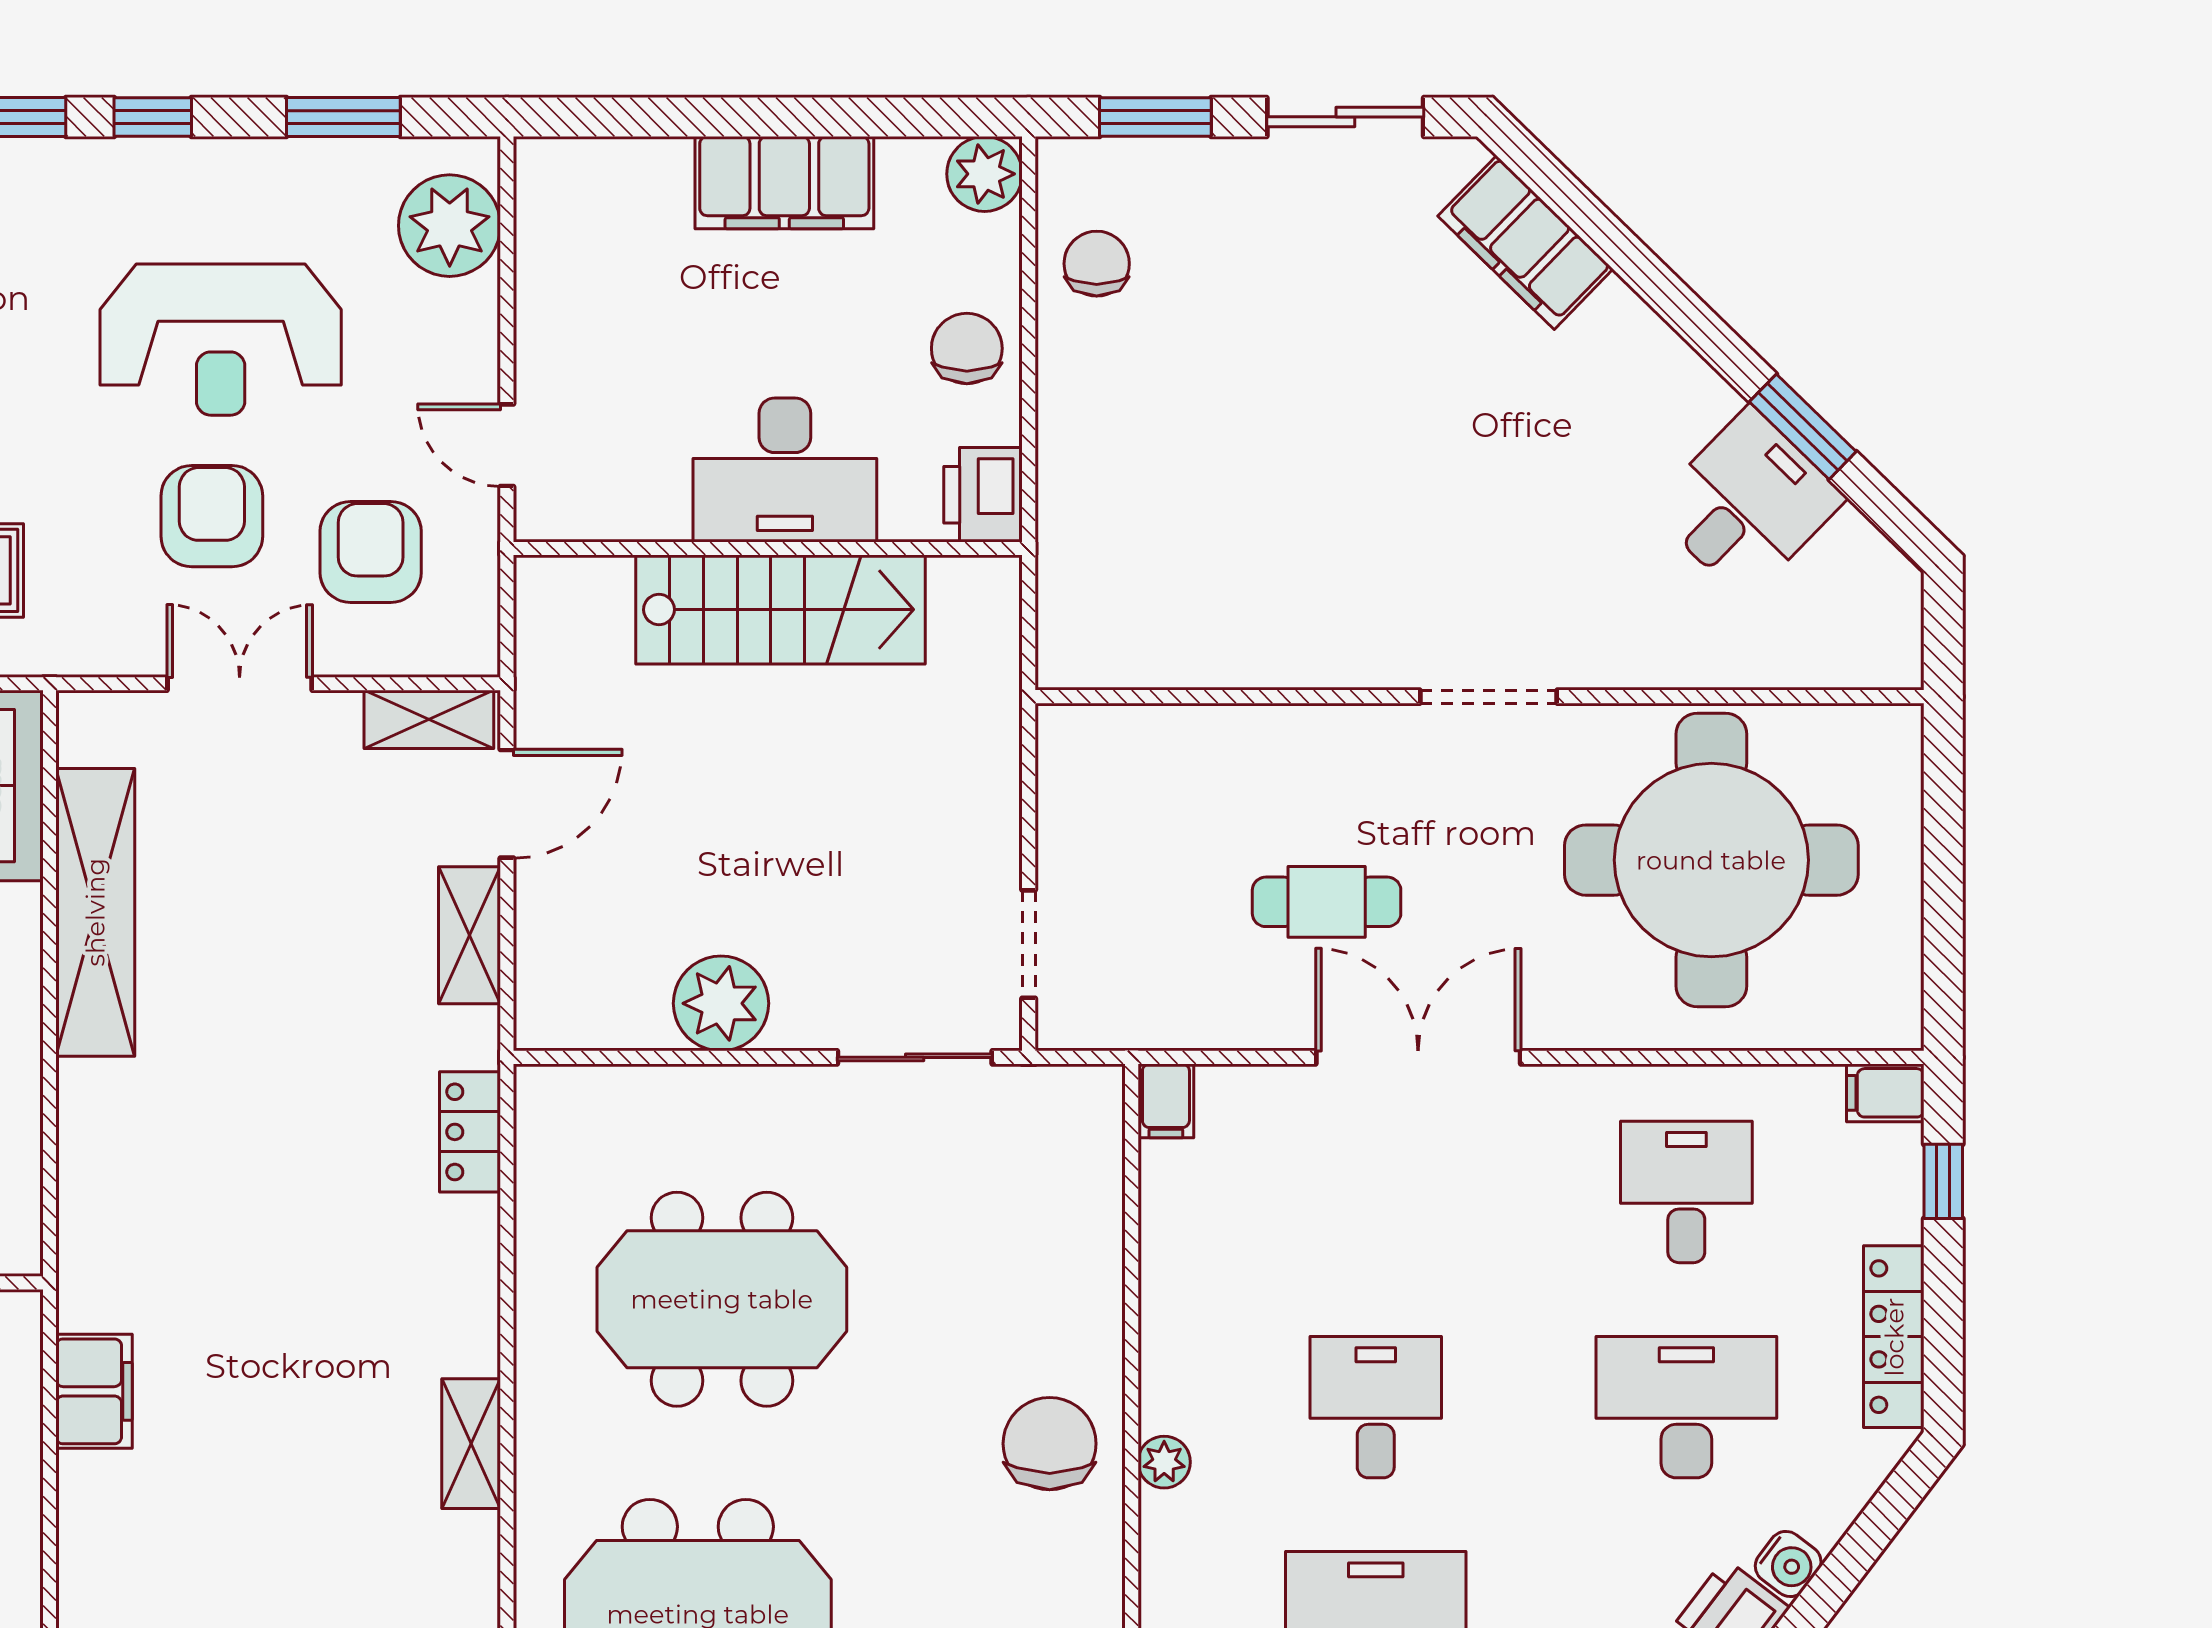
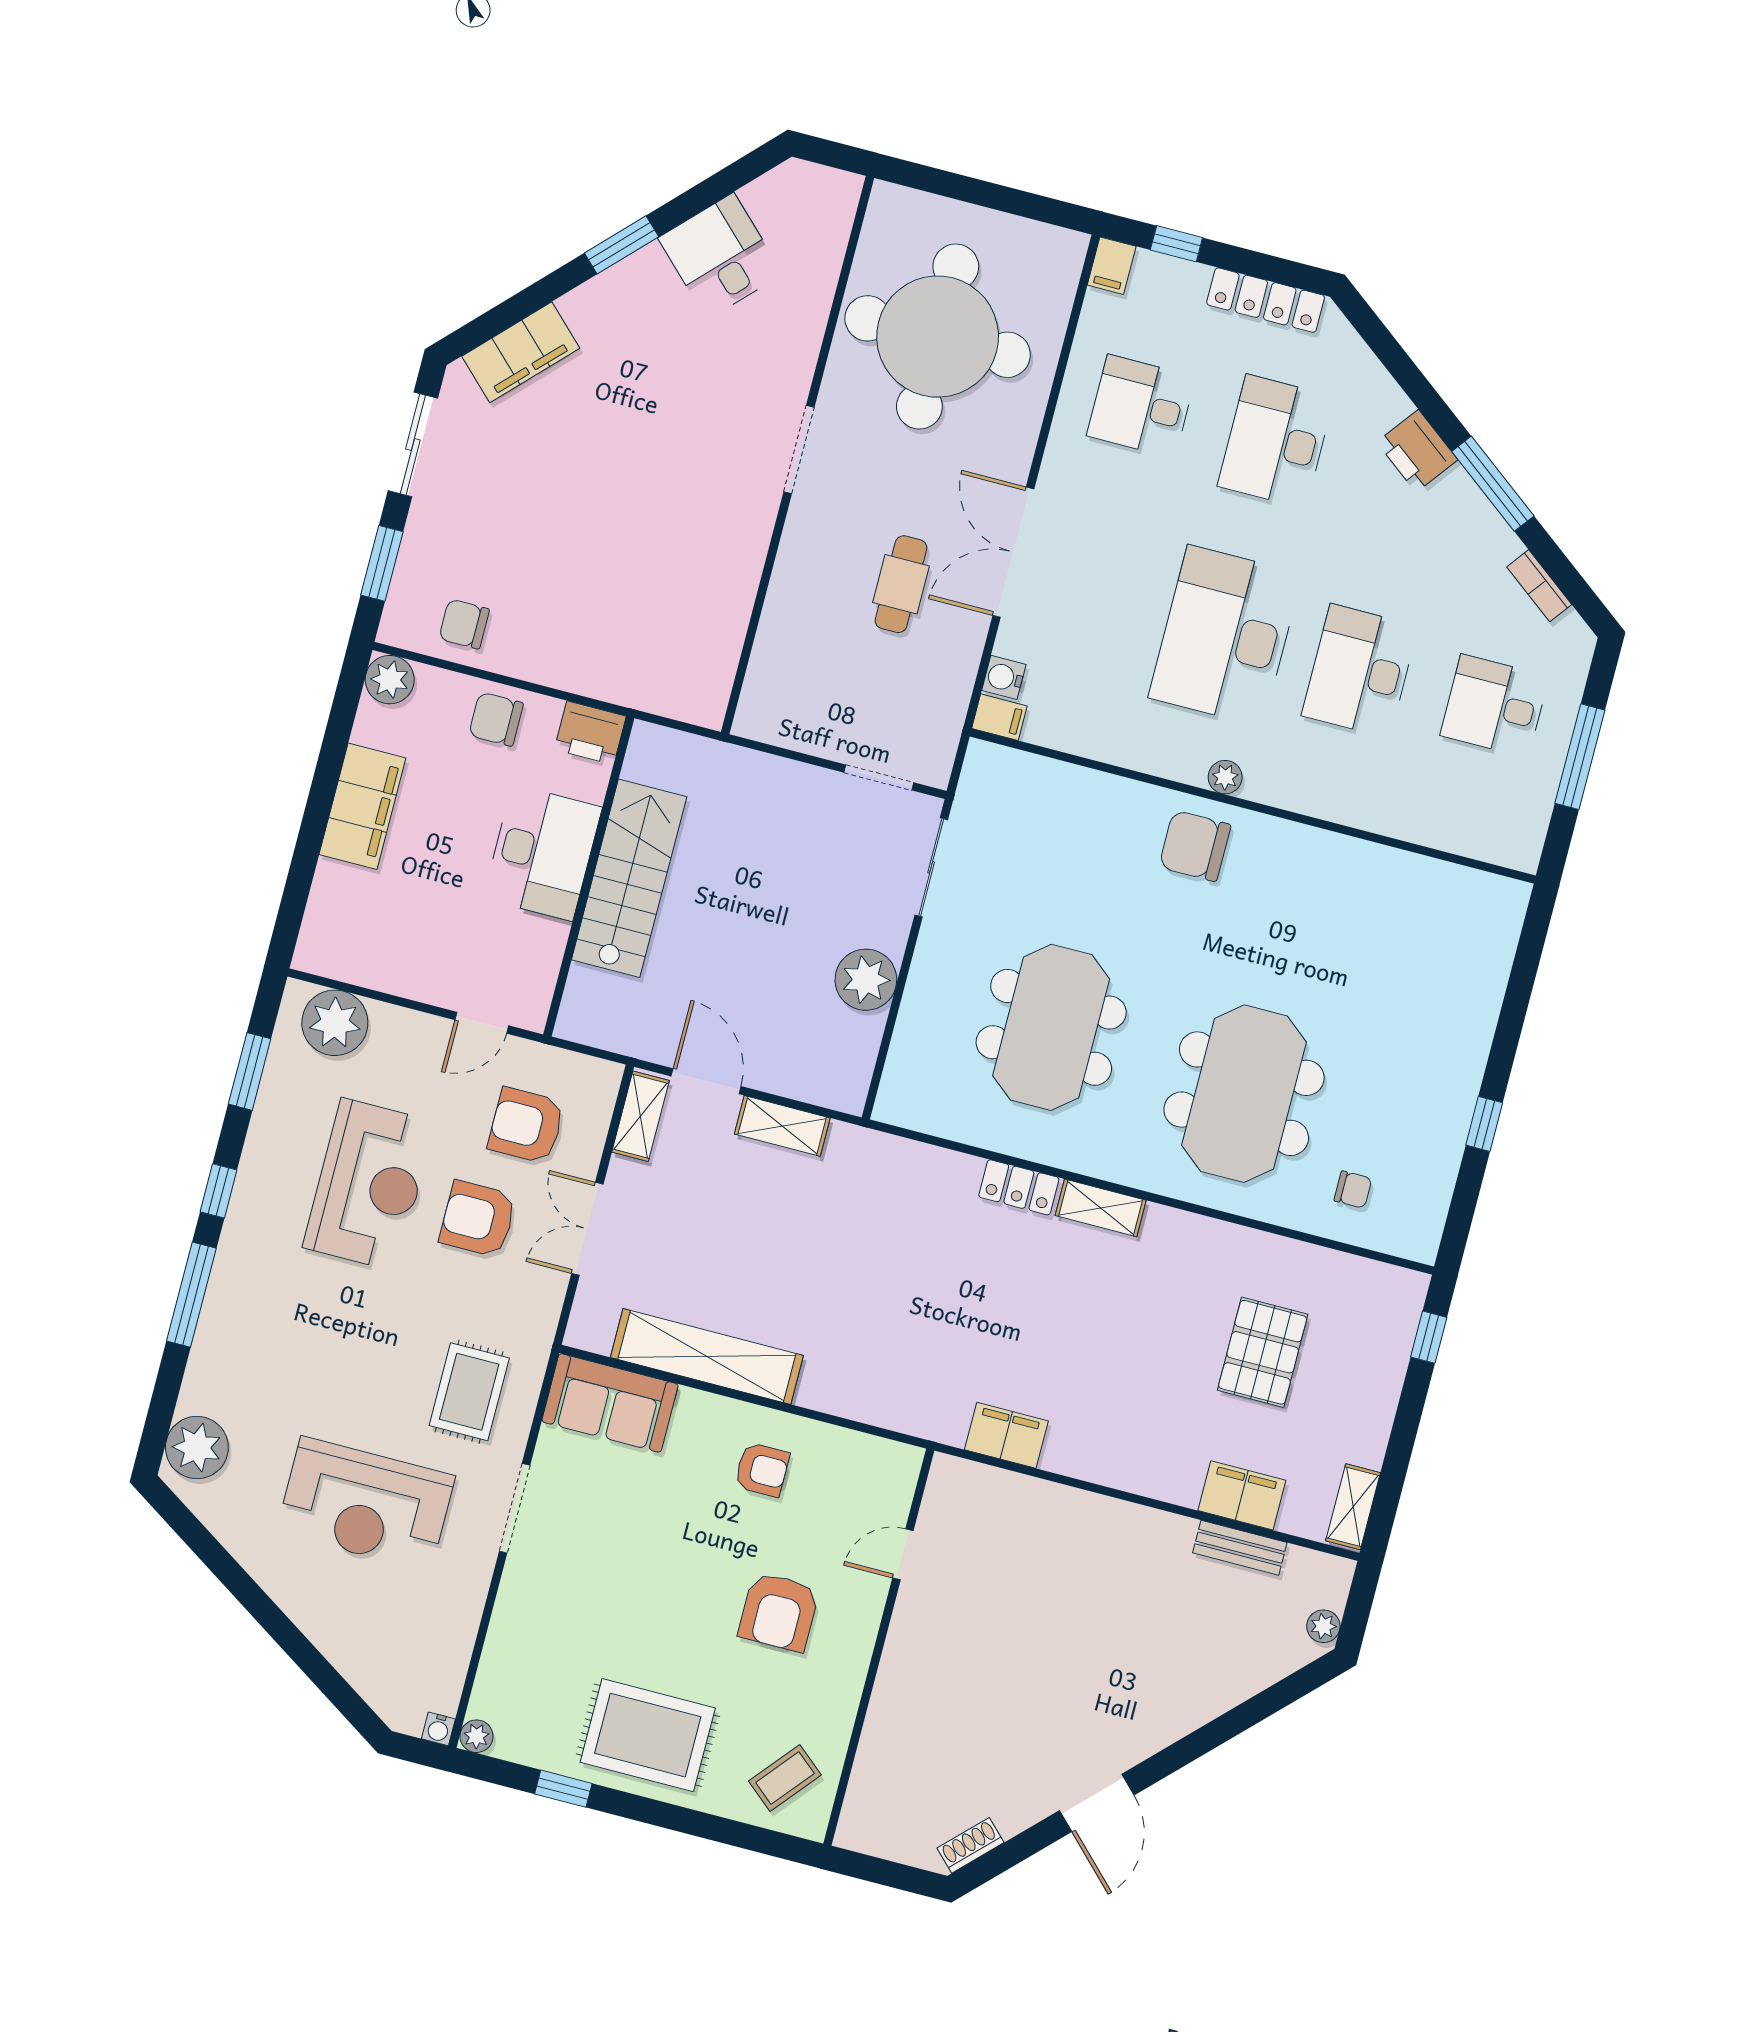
window: (1803, 427) -> (622, 245), moved
locker: (470, 1132) -> (1019, 1187), moved
desk: (1376, 1407) -> (1225, 636), width x1.87, depth x1.30
water cooler: (1788, 1564) -> (1004, 677), moved, turned -127

